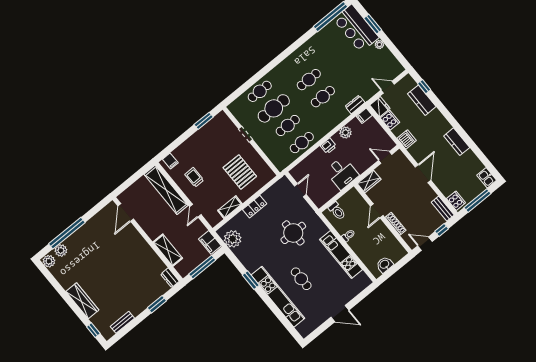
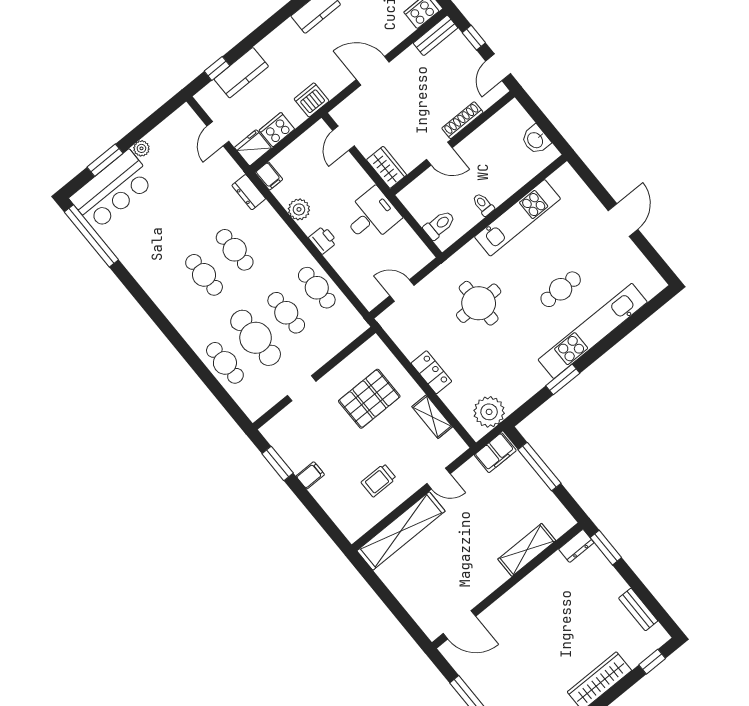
filing cabinet: (170, 161) -> (310, 475), moved
door: (126, 213) -> (459, 625), moved
wall: (148, 239) -> (507, 586), moved
shelving: (168, 250) -> (527, 550), moved
dresser: (170, 278) -> (576, 546), moved

